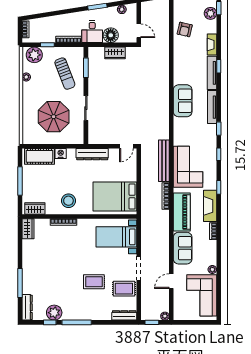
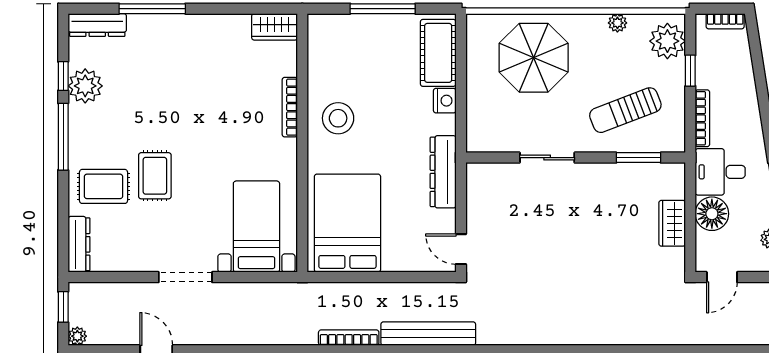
parasol: (54, 117) -> (534, 58), moved
wardrobe: (35, 209) -> (320, 43), removed
rug: (124, 289) -> (104, 186), moved, turned 90

